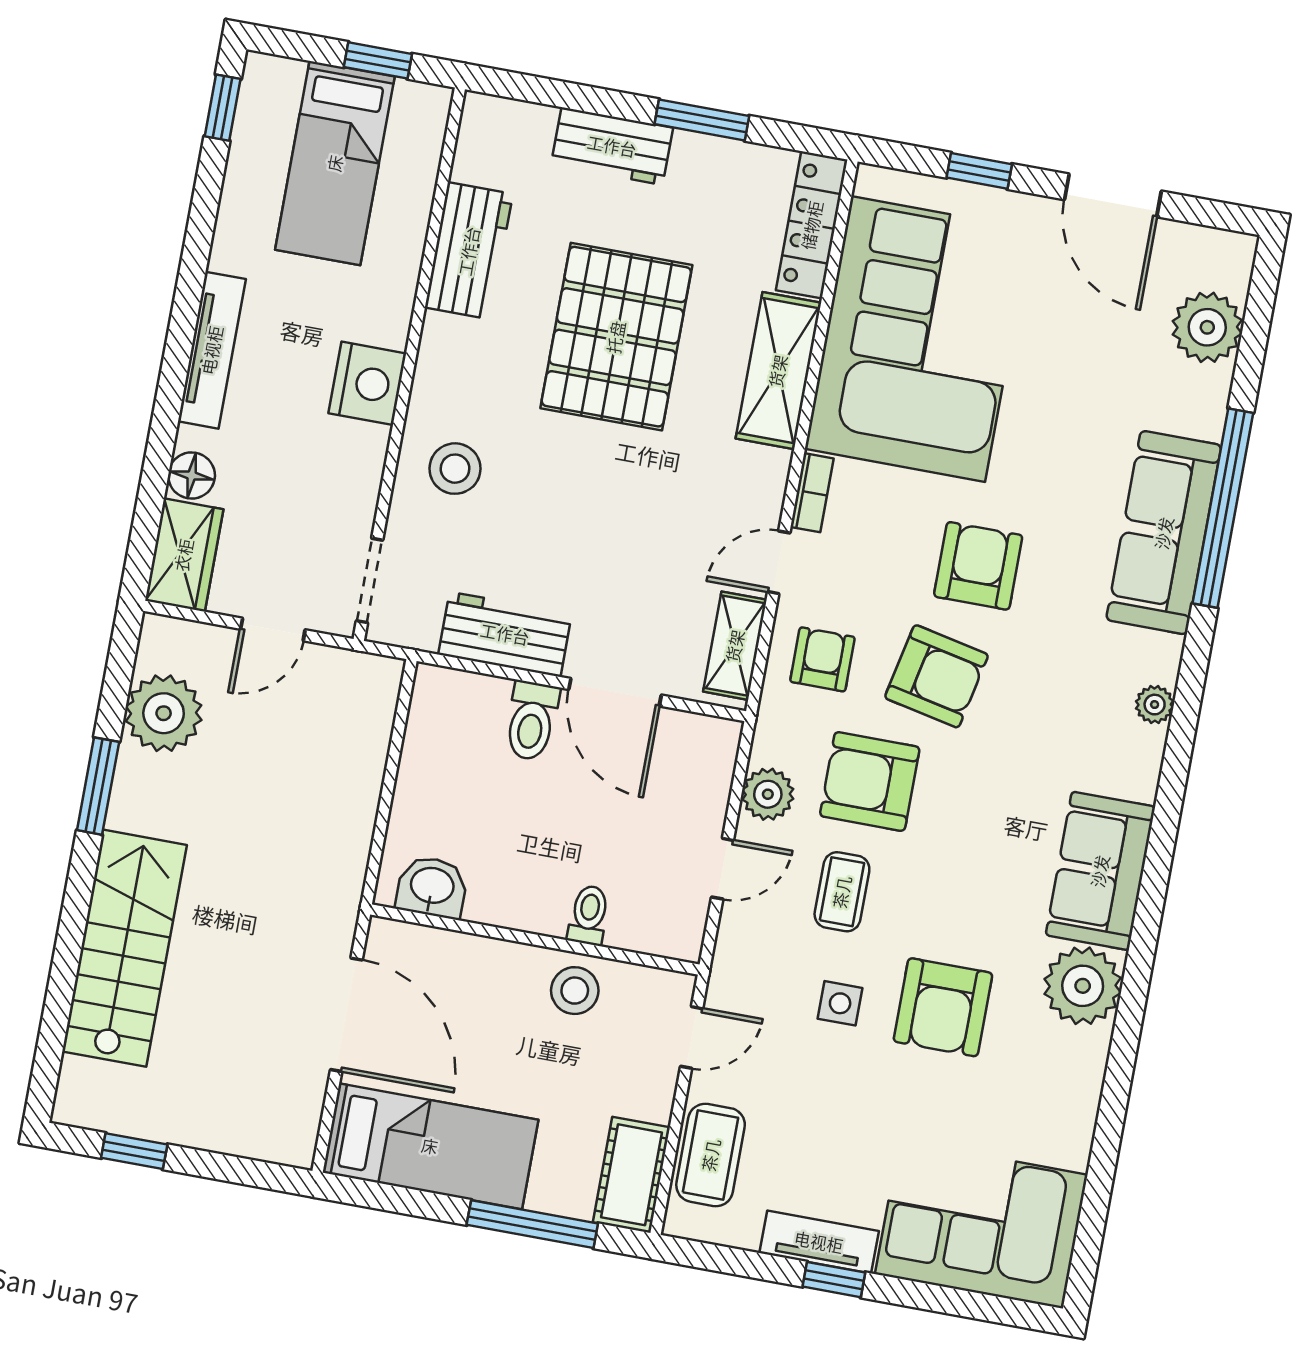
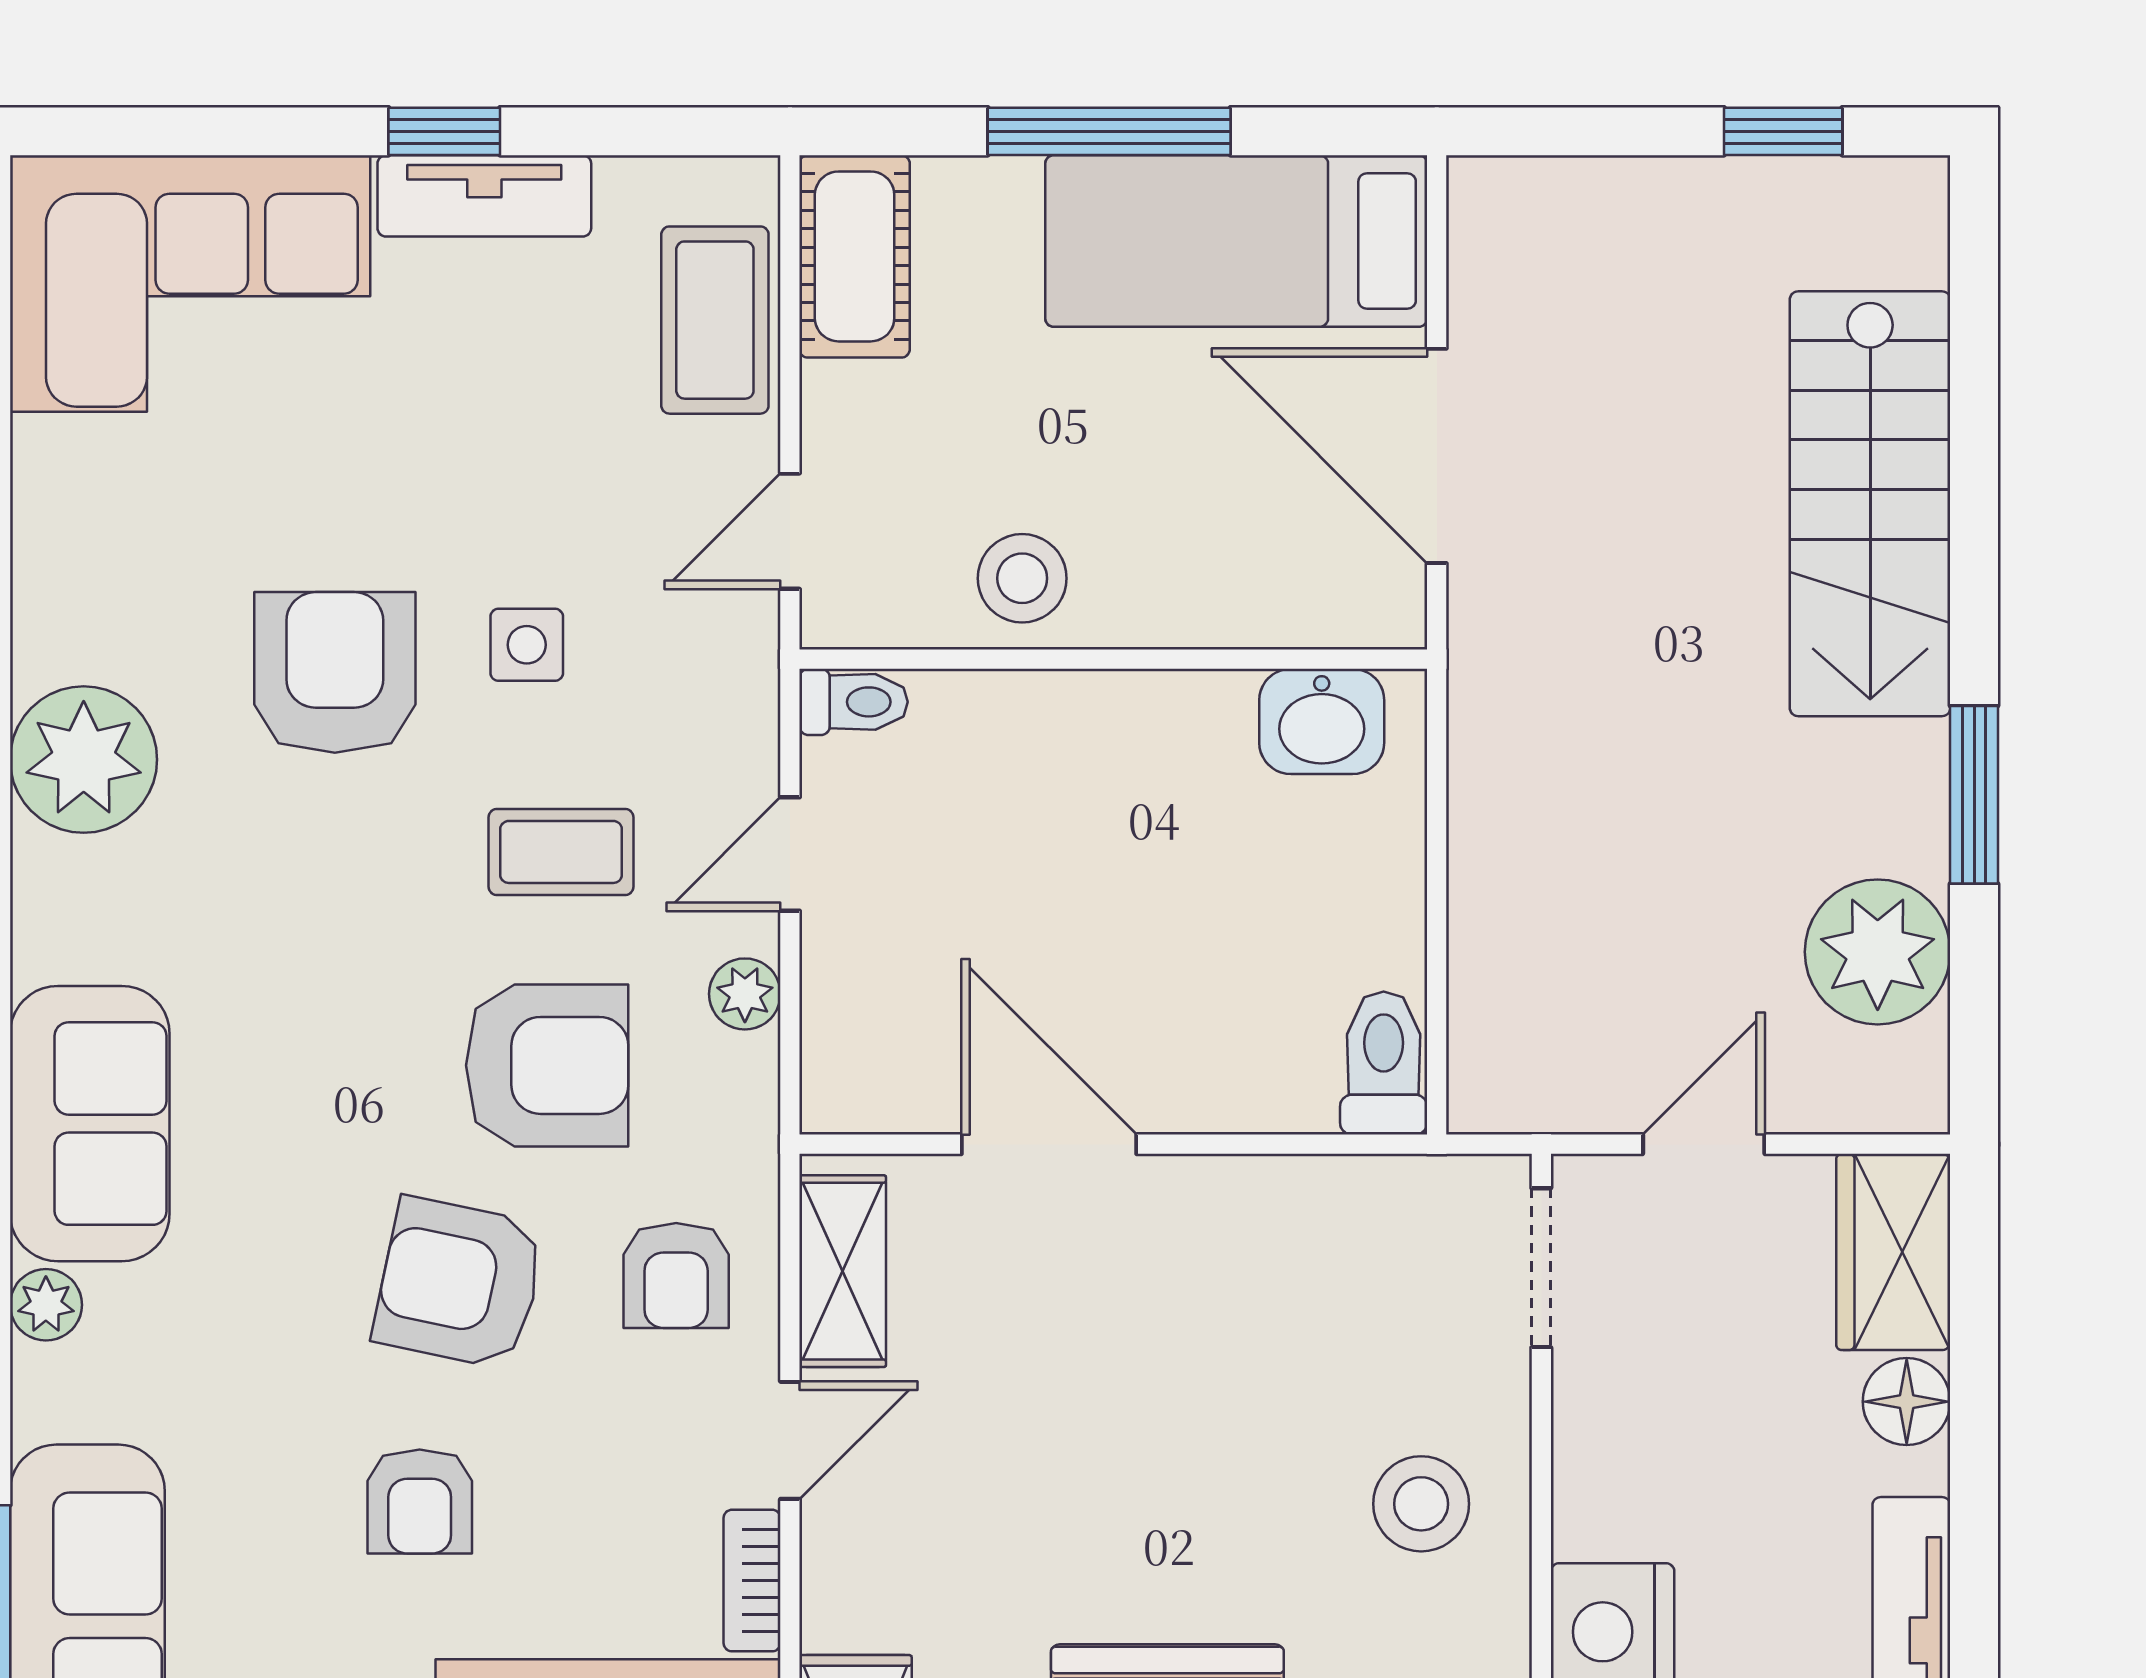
armchair: (978, 566) -> (420, 1502), width x0.72, depth x0.72
workbench: (505, 634) -> (1272, 1214), removed
toilet: (532, 721) -> (1384, 1063), moved
plant: (768, 794) -> (745, 994), width x0.73, depth x0.73
sofa: (1100, 871) -> (90, 1124), moved
coffee table: (842, 892) -> (561, 852), turned 90
toilet: (589, 915) -> (854, 702), moved, turned -90
window: (532, 1224) -> (1109, 131), moved

